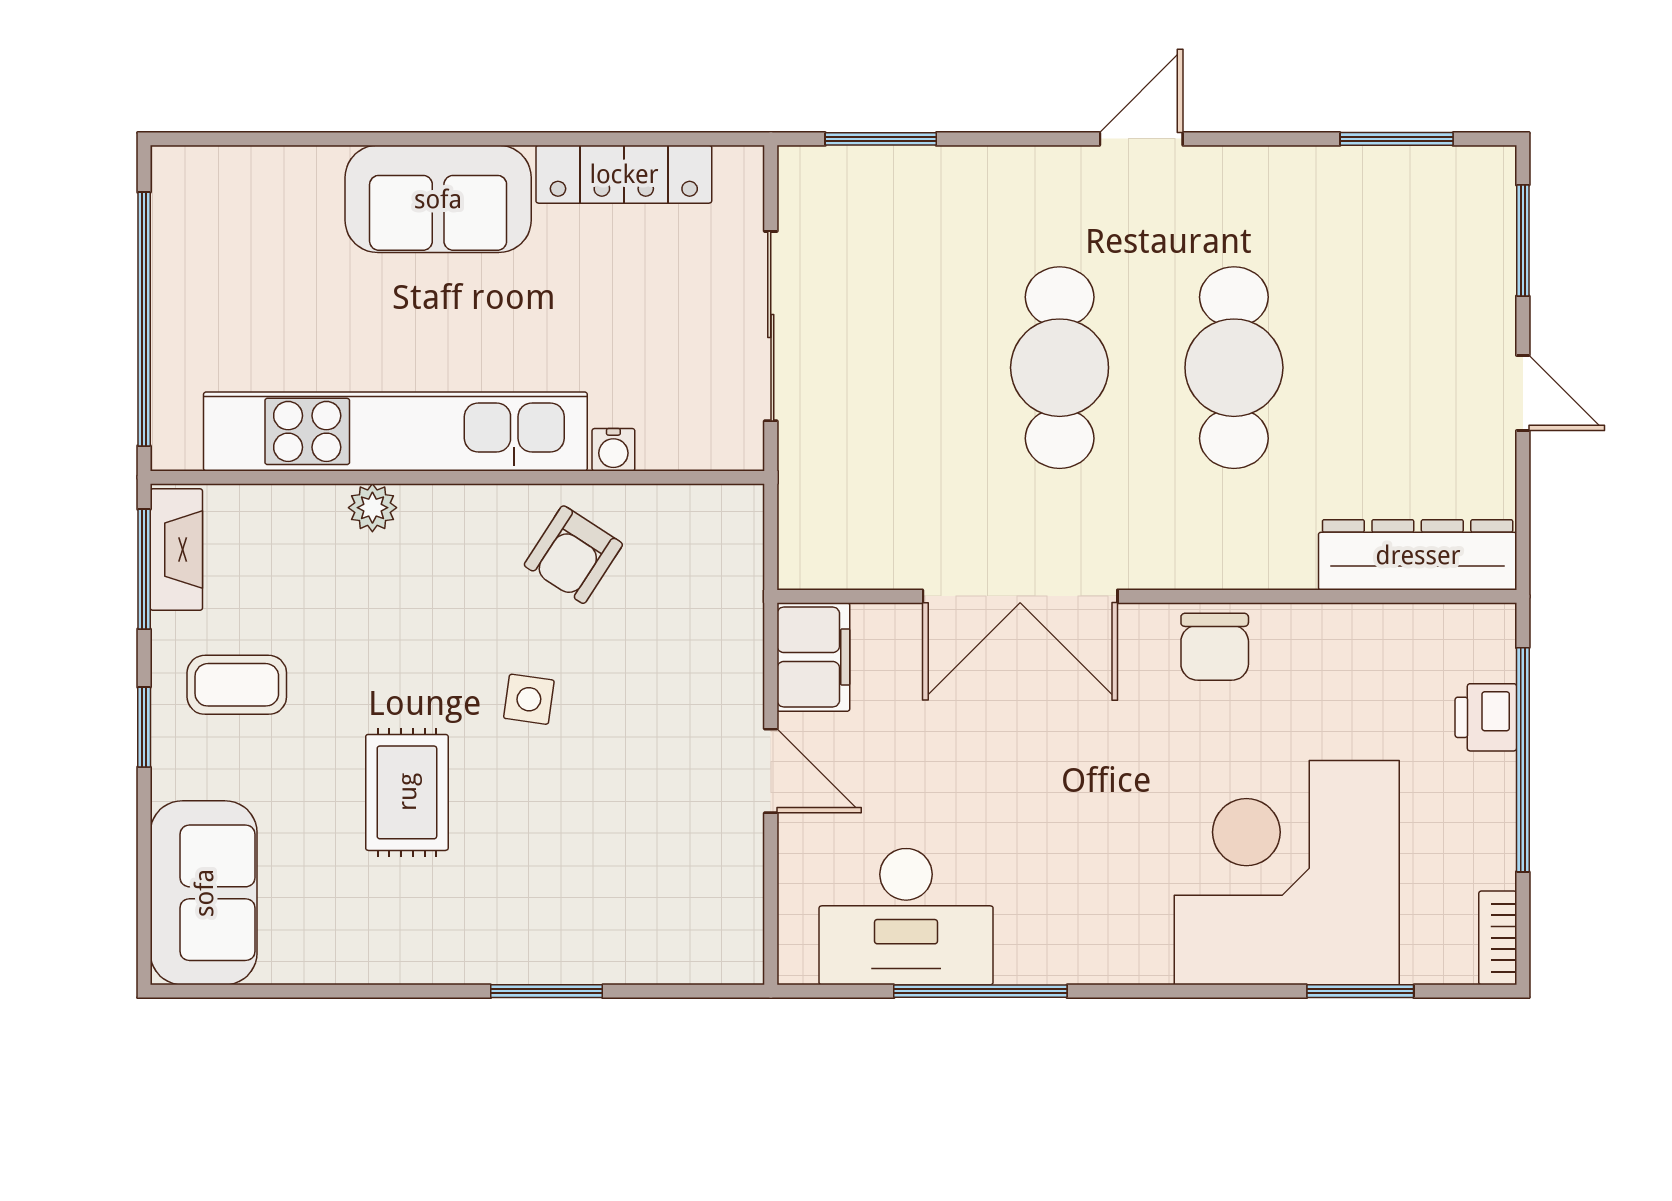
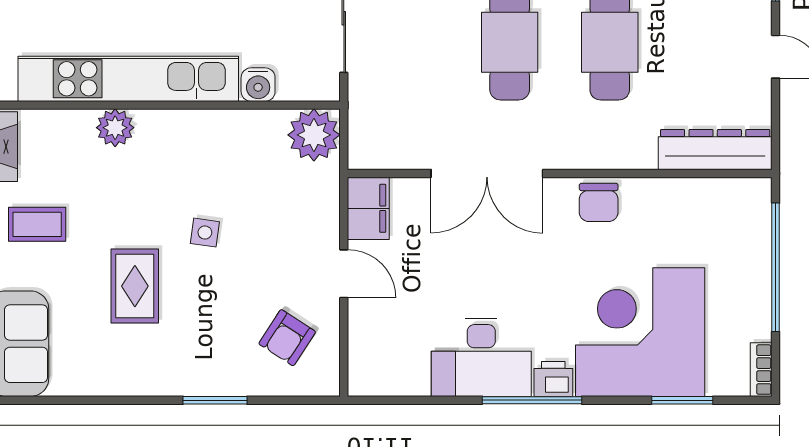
water cooler: (613, 450) -> (258, 85), width x1.38, depth x1.38
plant: (372, 508) -> (115, 128), width x1.38, depth x1.38
plant: (719, 529) -> (314, 135), added
armchair: (573, 555) -> (287, 338), moved
printer: (1486, 717) -> (553, 379), moved, turned 90
desk: (906, 917) -> (481, 357), moved
window: (980, 991) -> (532, 400), moved

